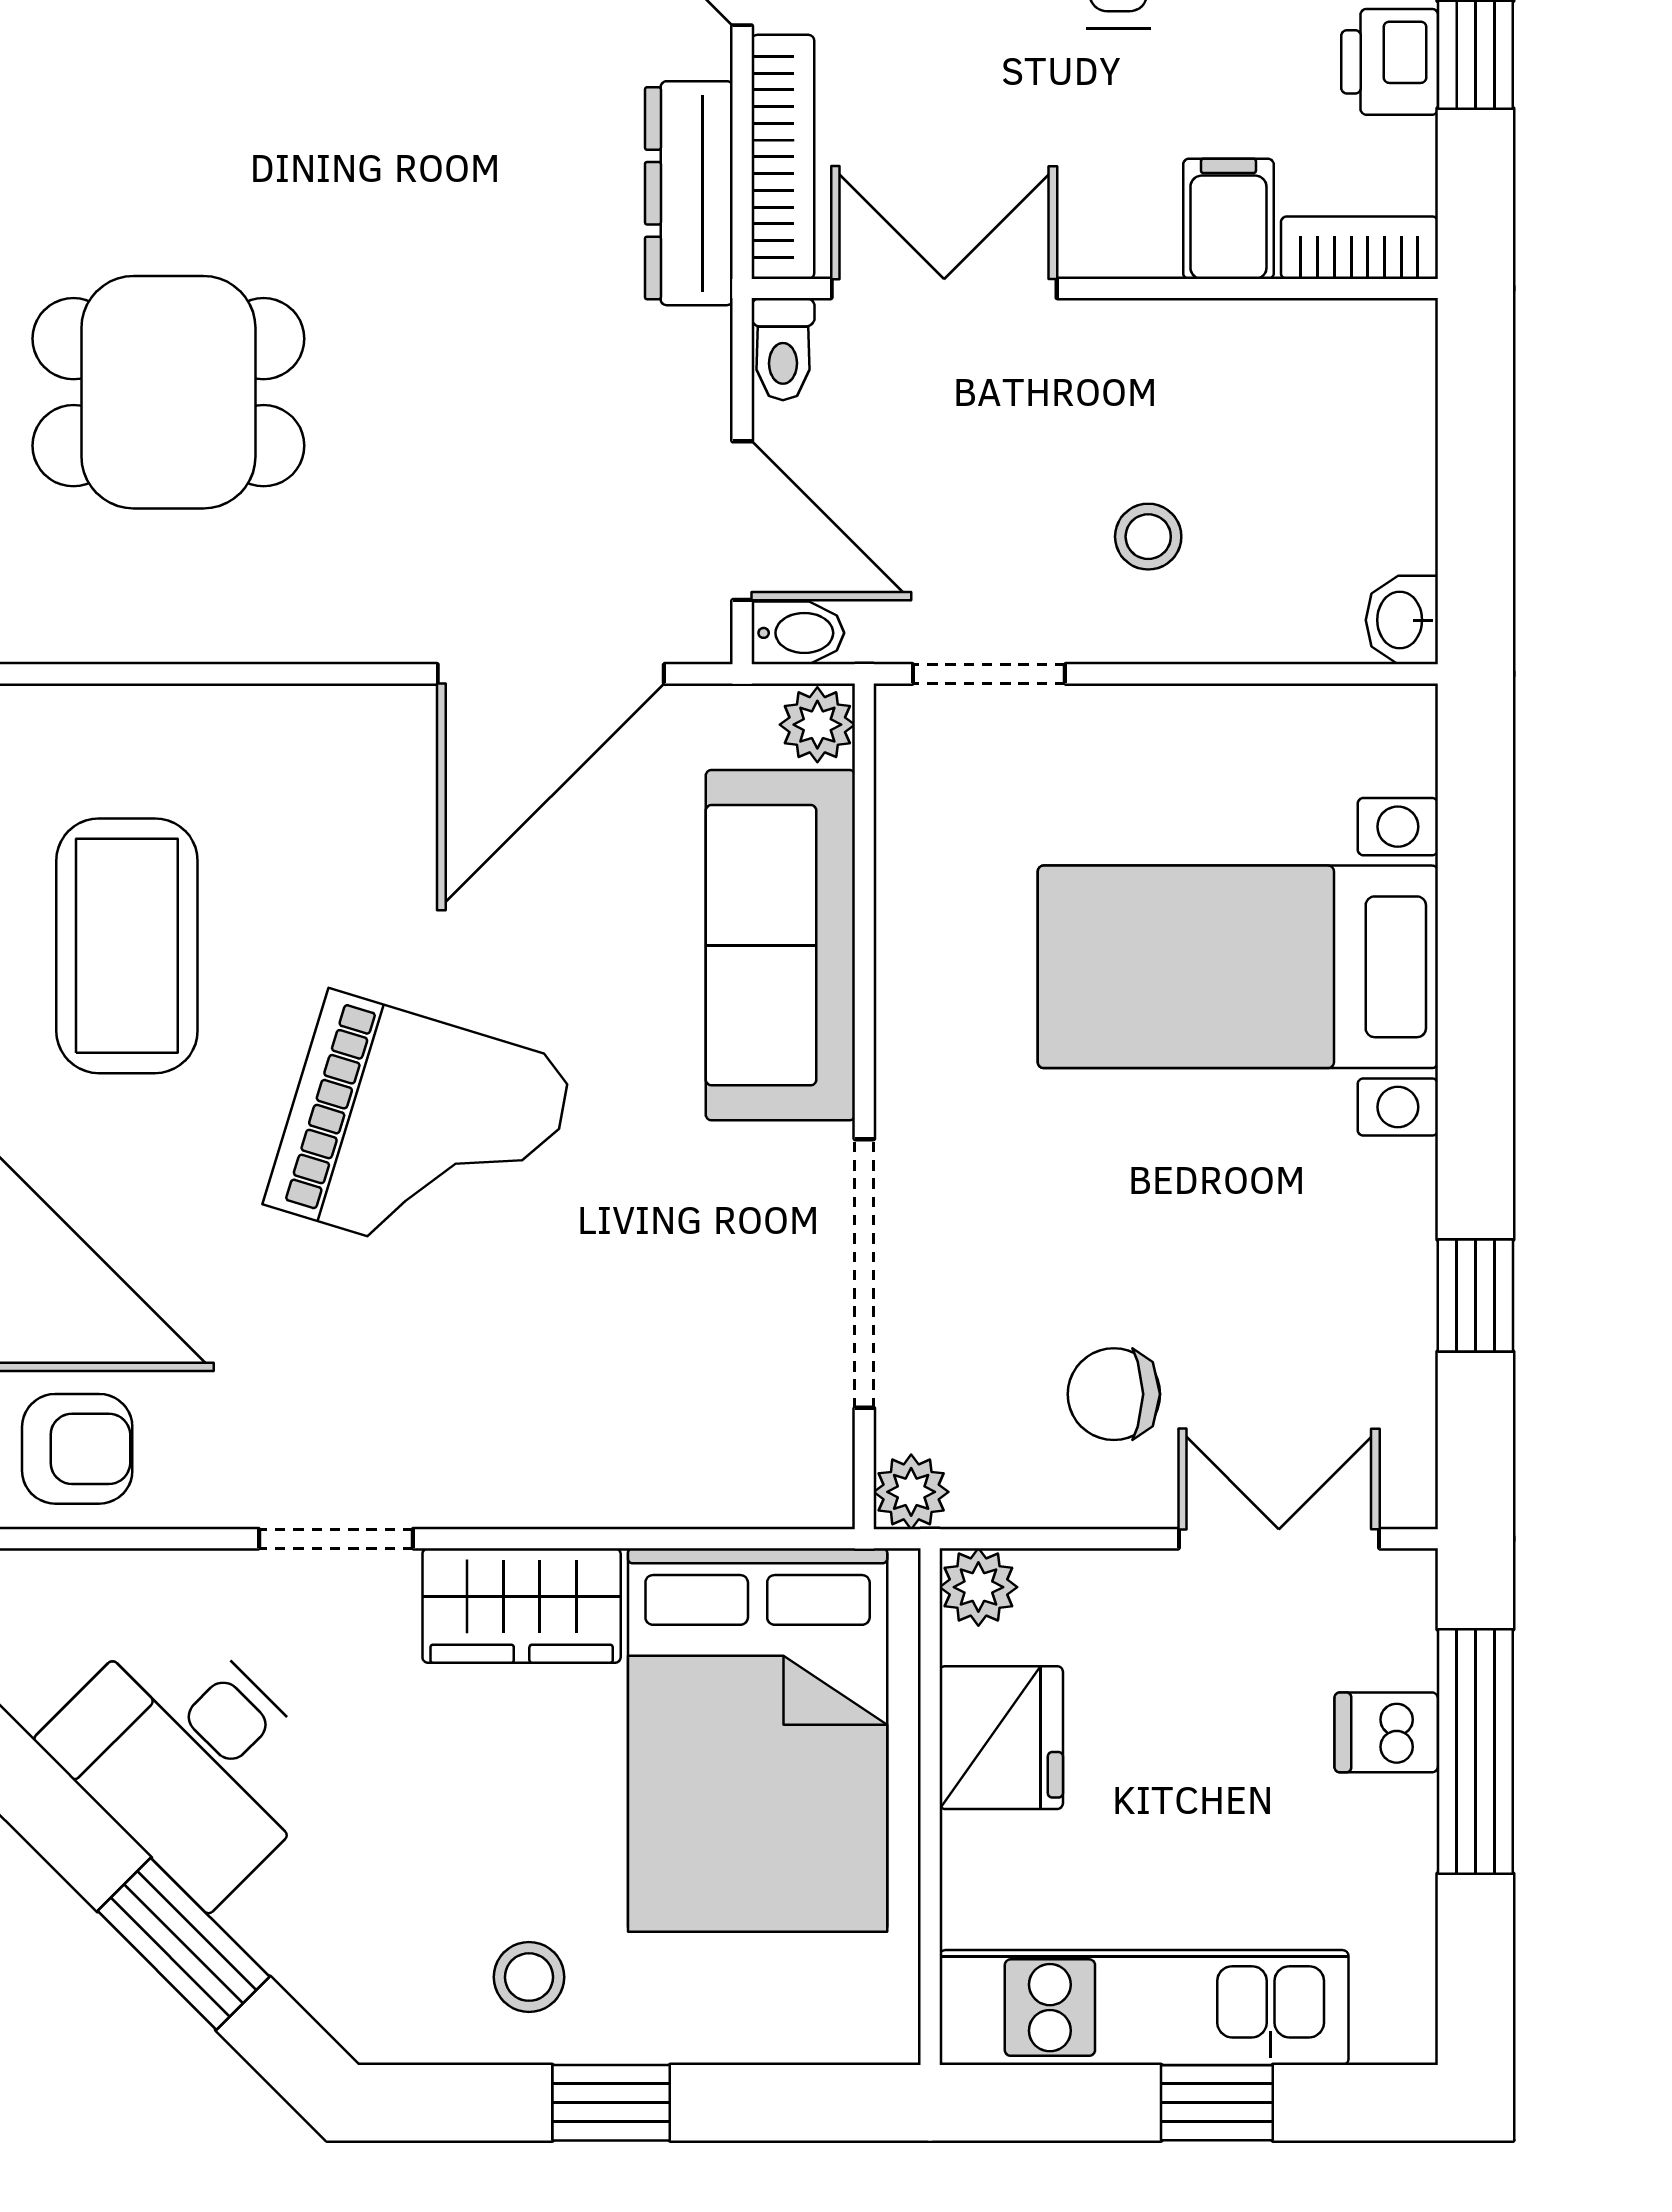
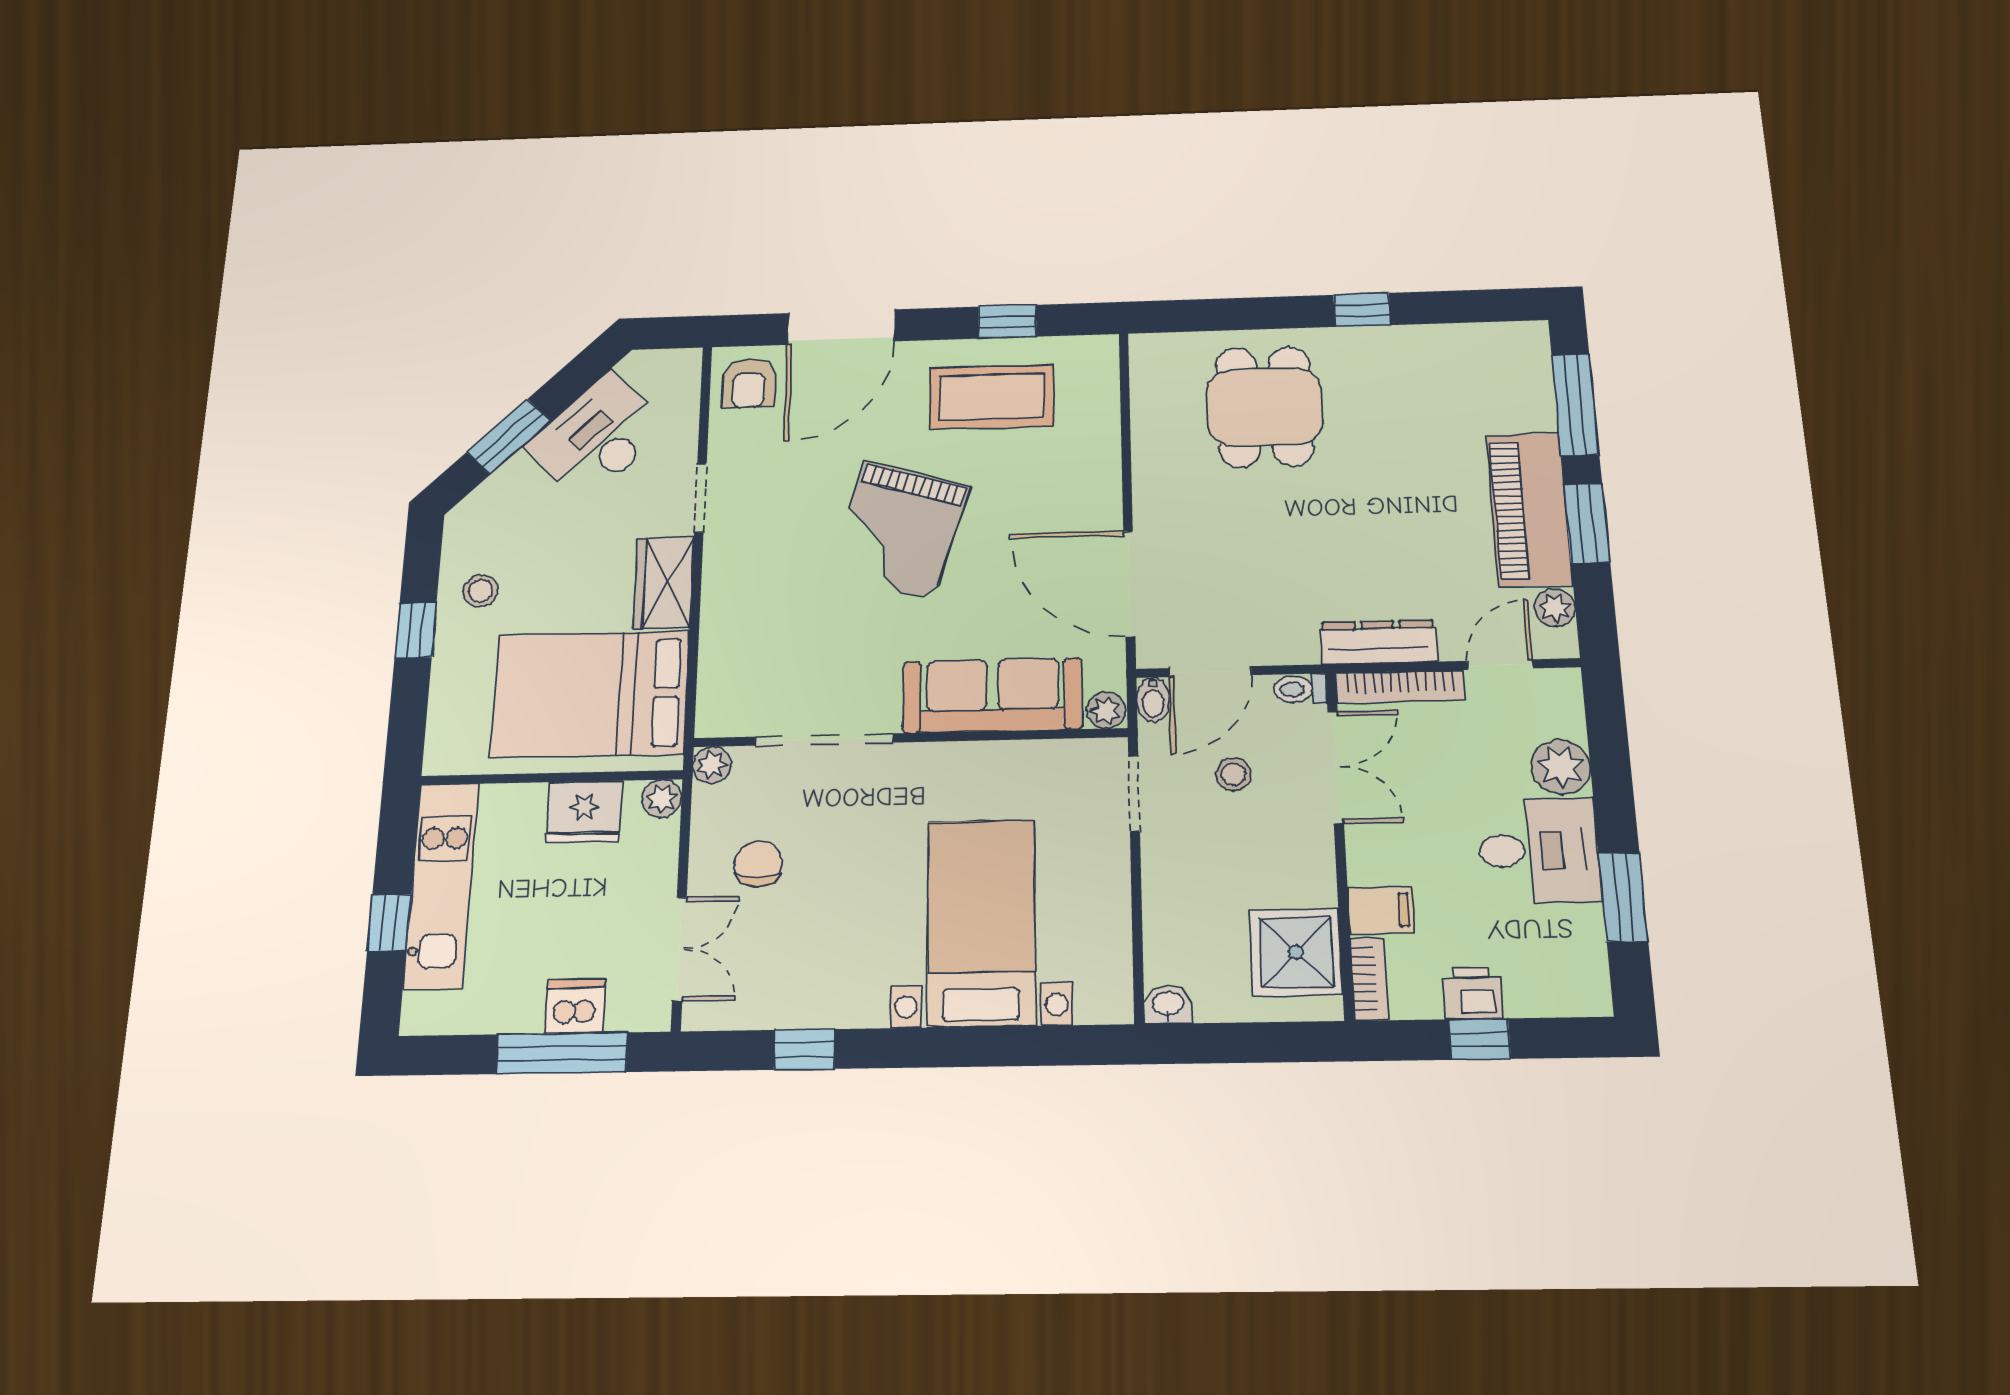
shower: (1306, 381) -> (1296, 952), added
stool: (1148, 537) -> (1234, 774), moved
dishwasher: (1386, 1732) -> (575, 1006), width x1.38

